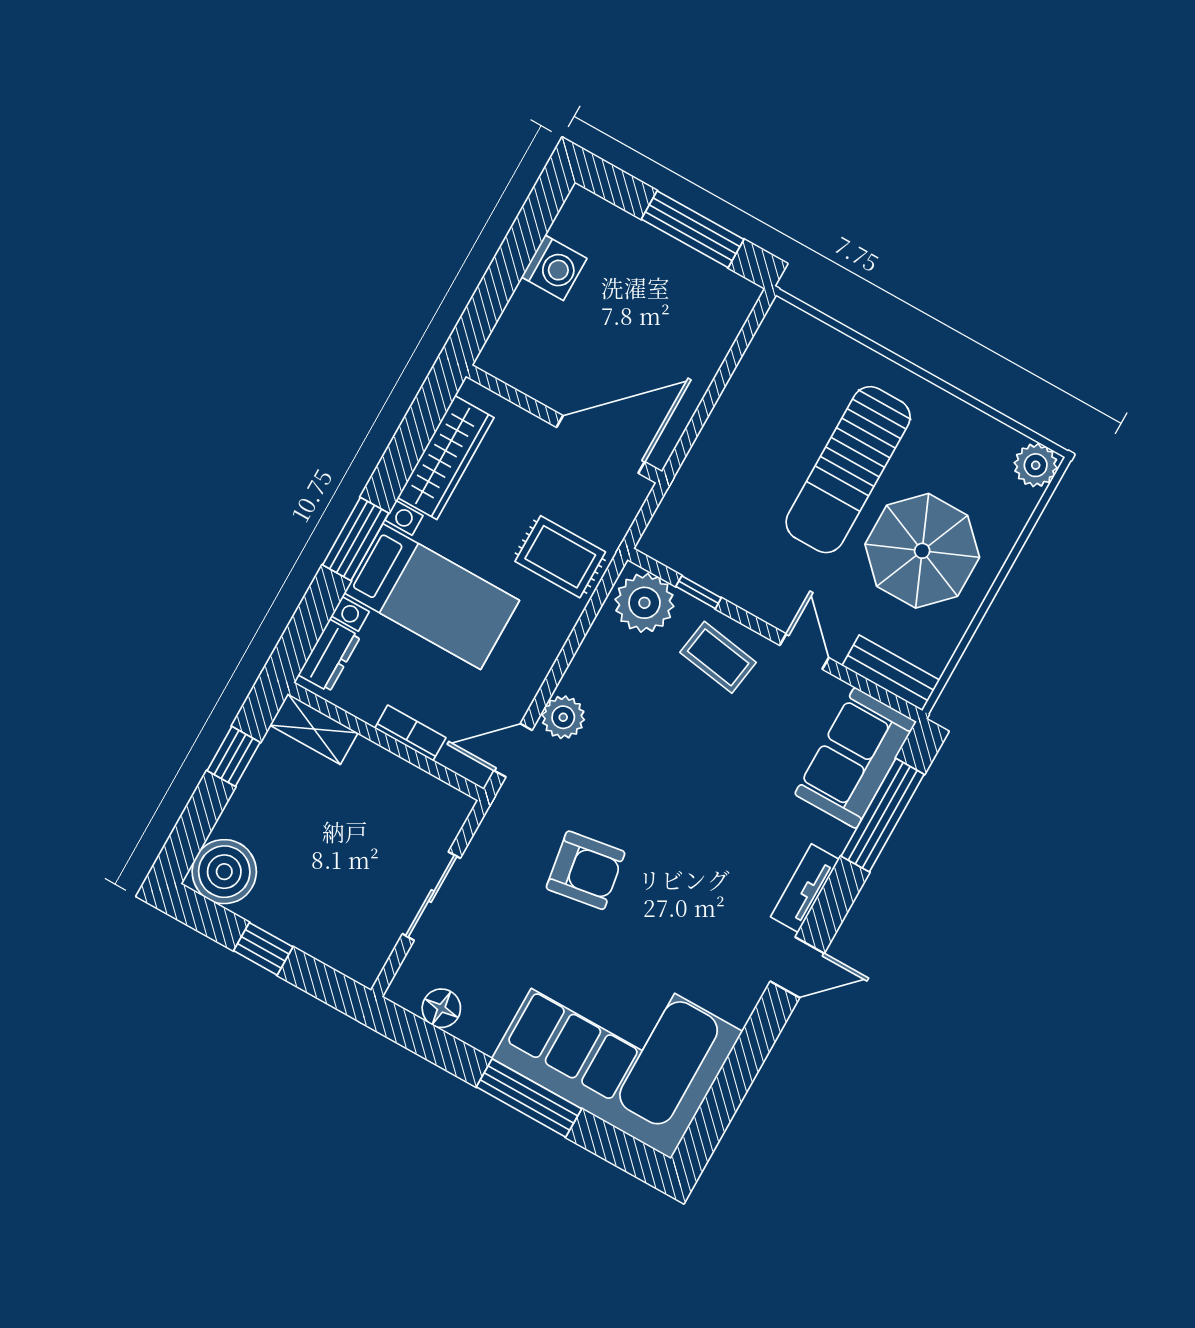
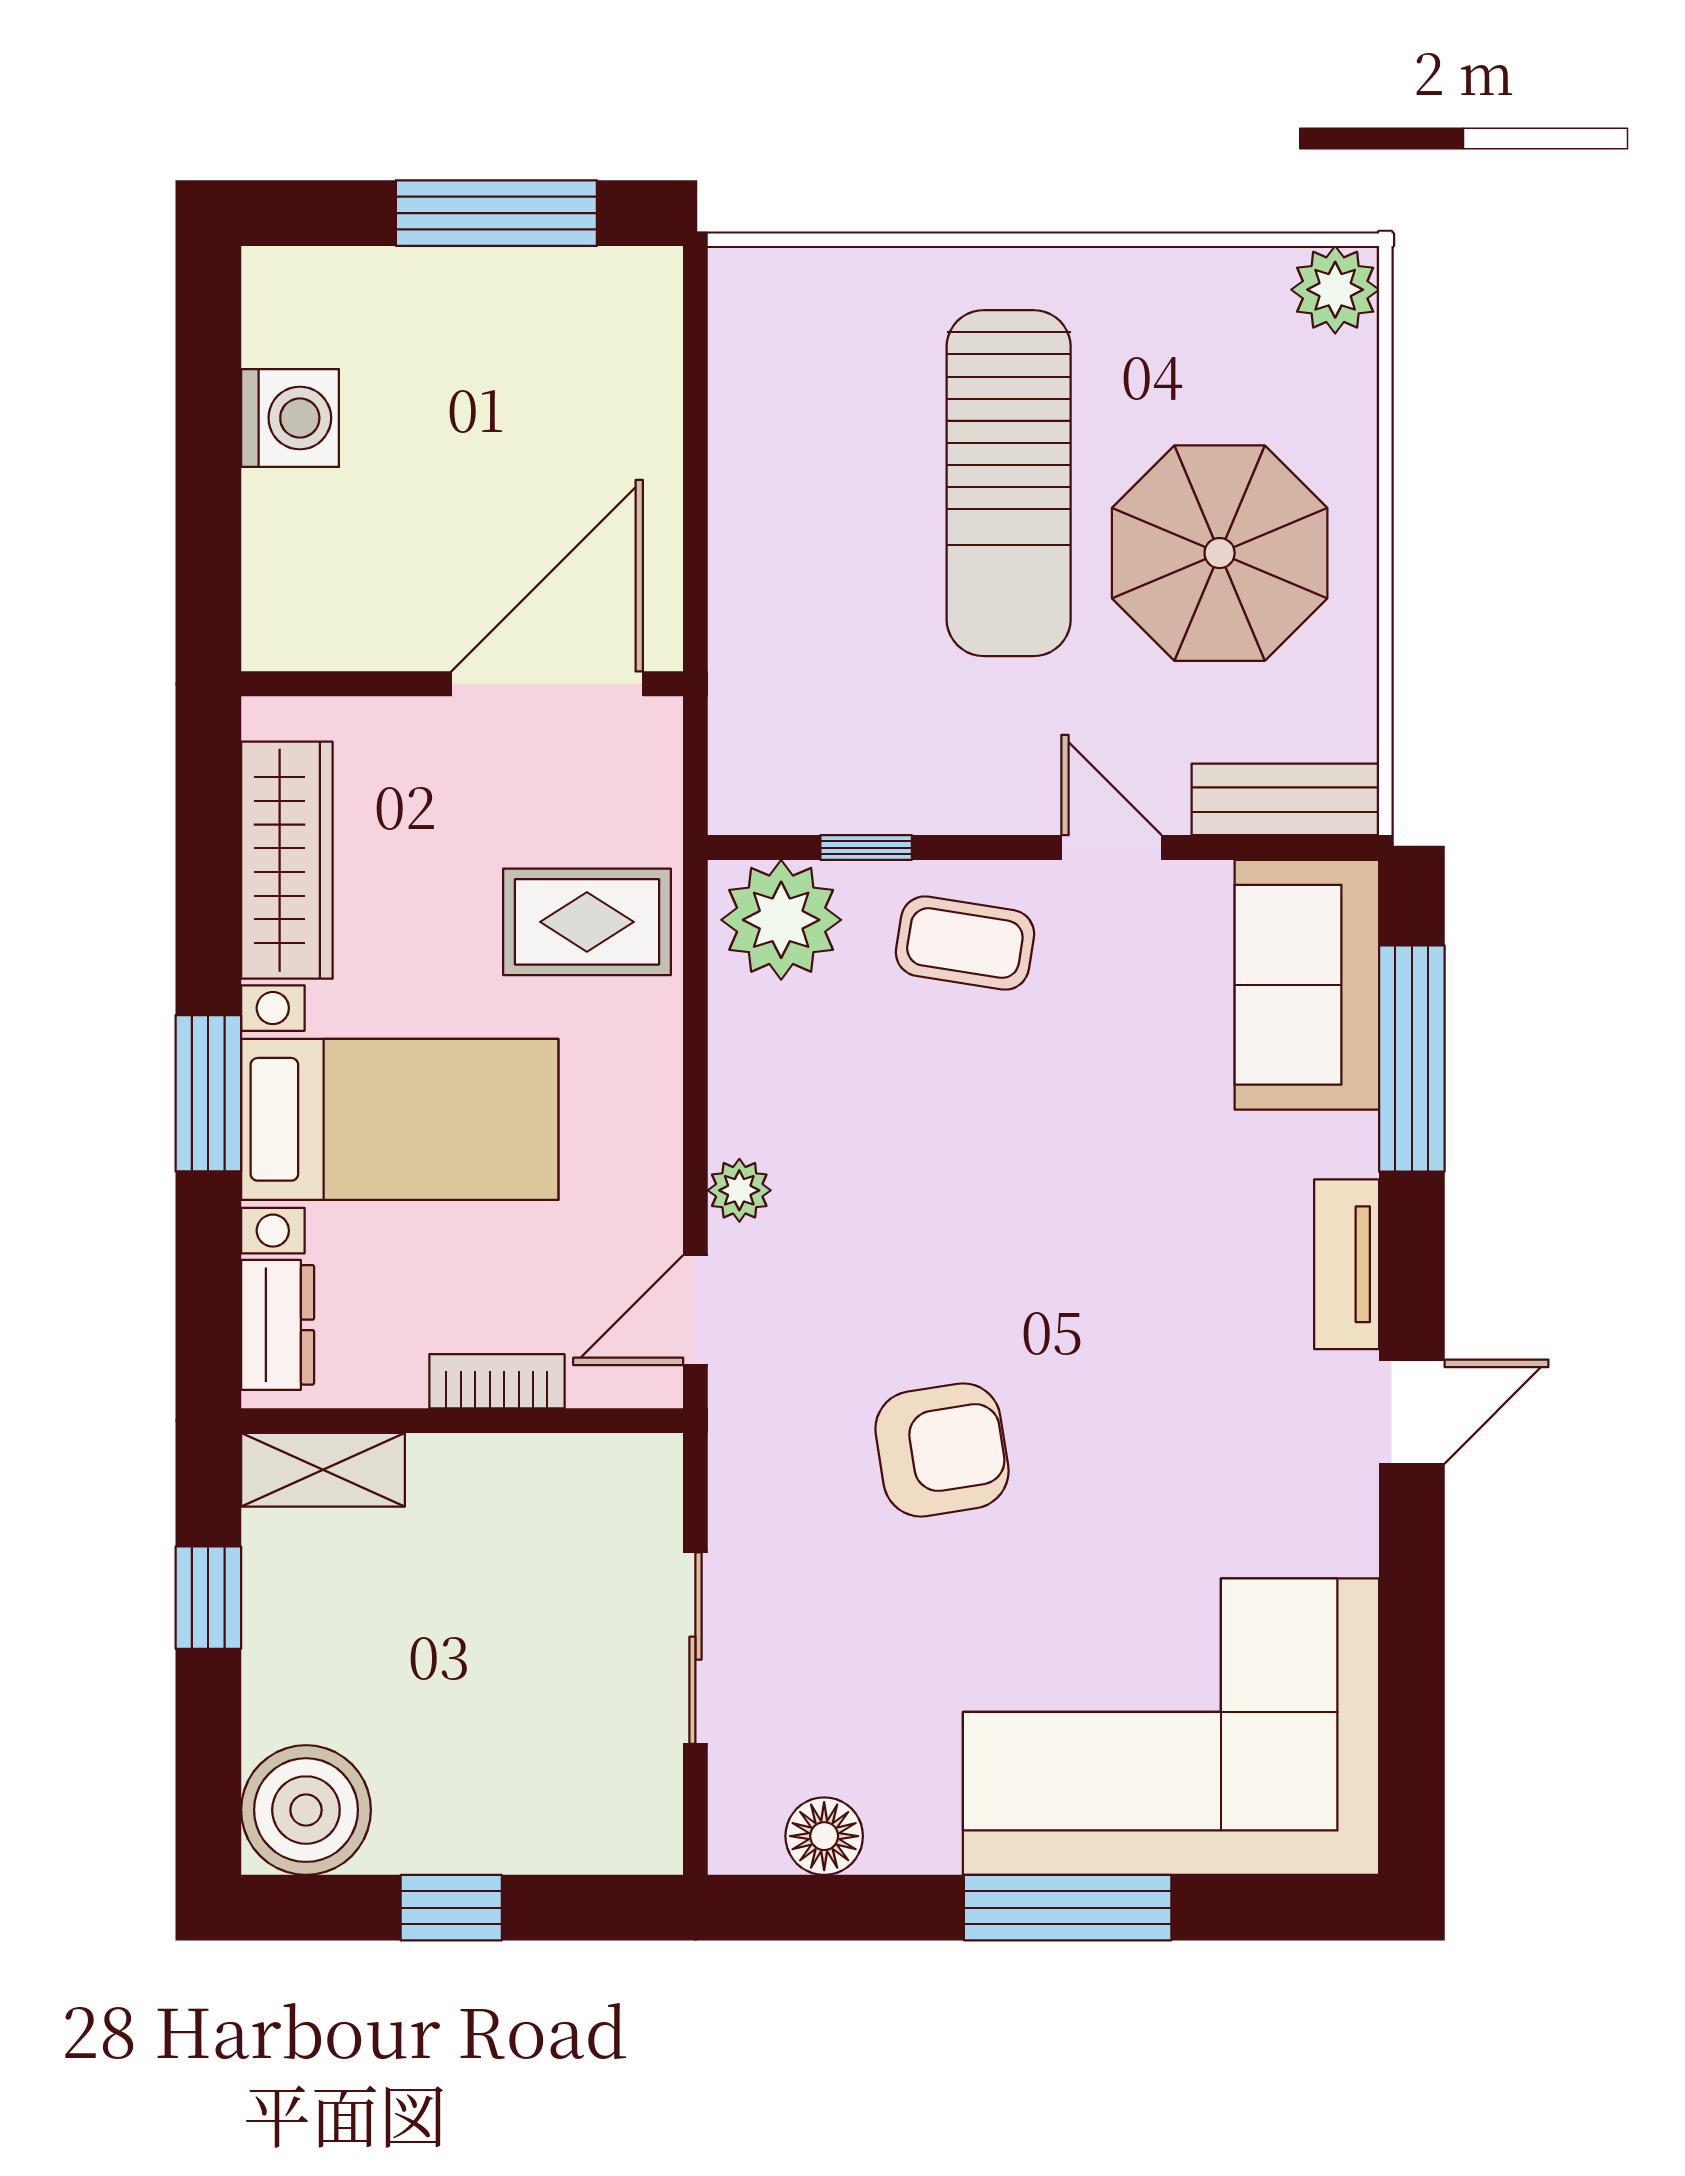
plant: (563, 717) -> (739, 1190), width x0.73, depth x0.73

